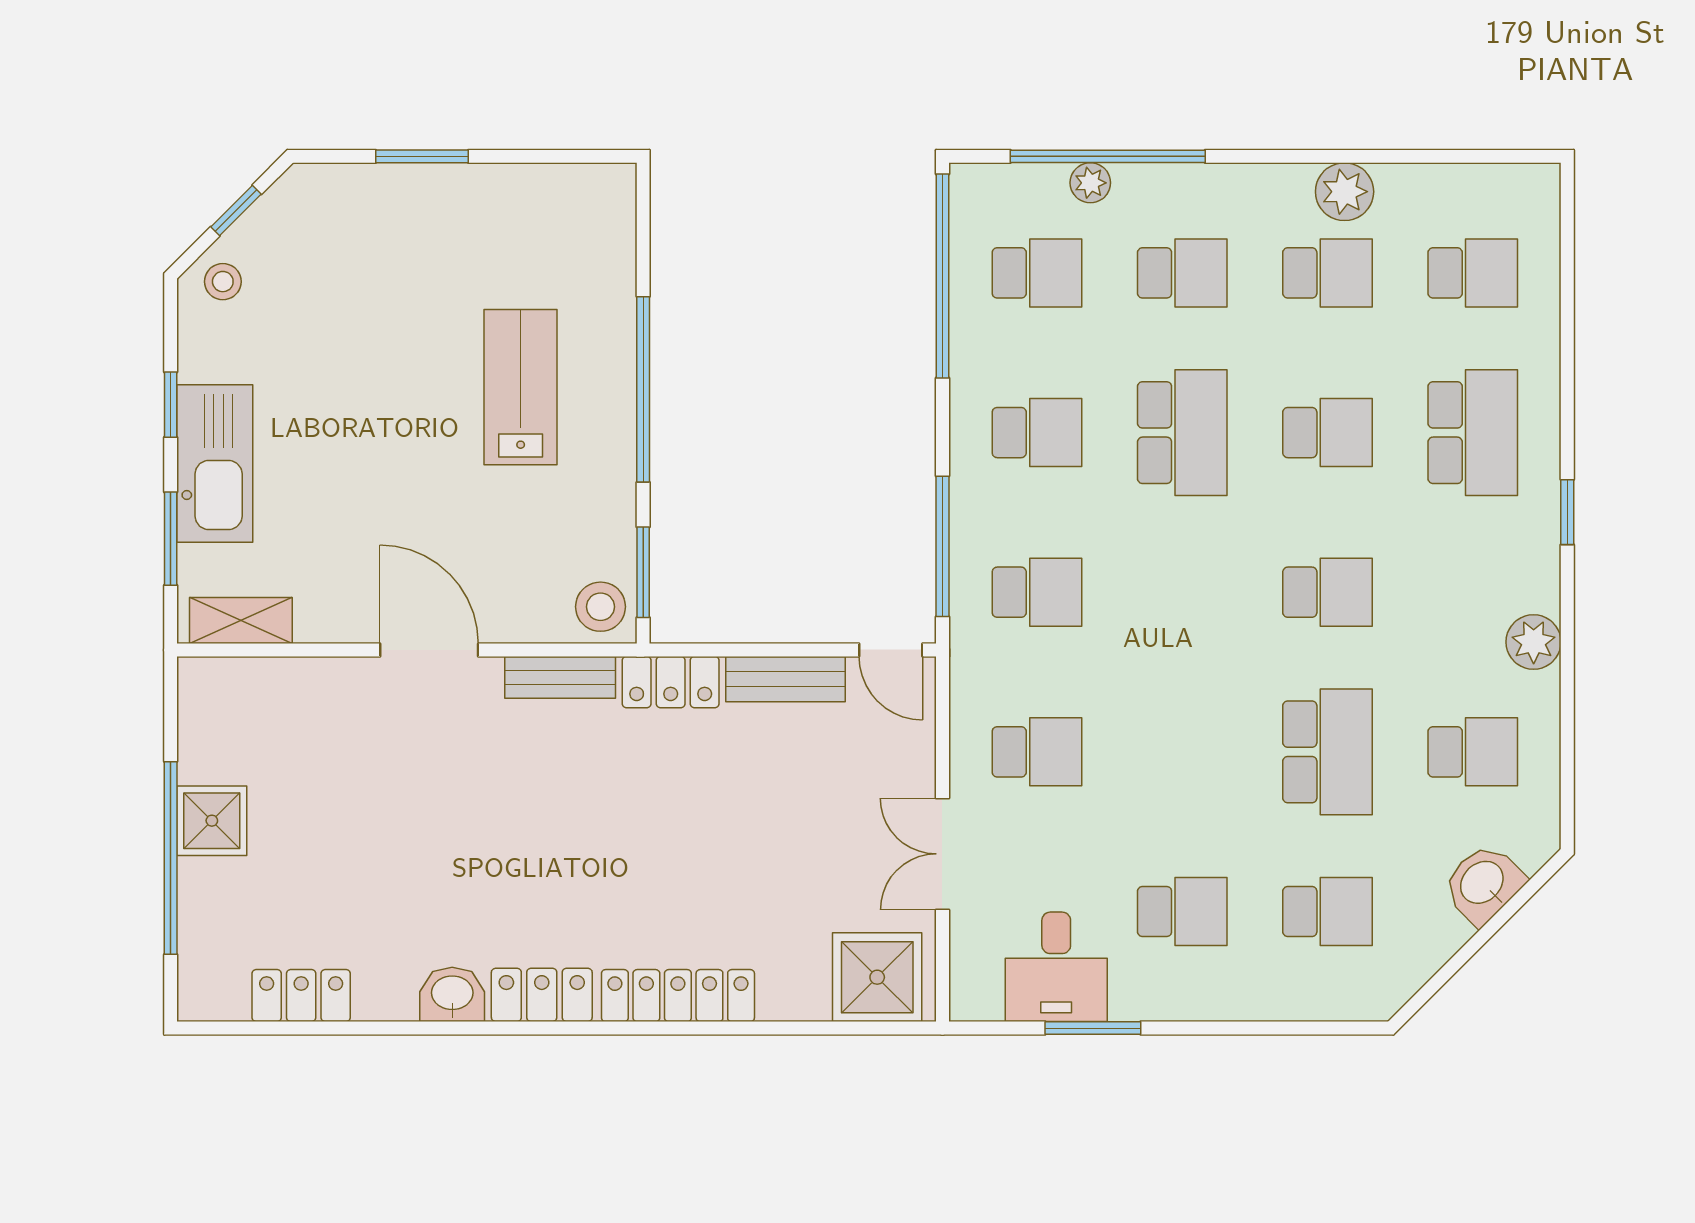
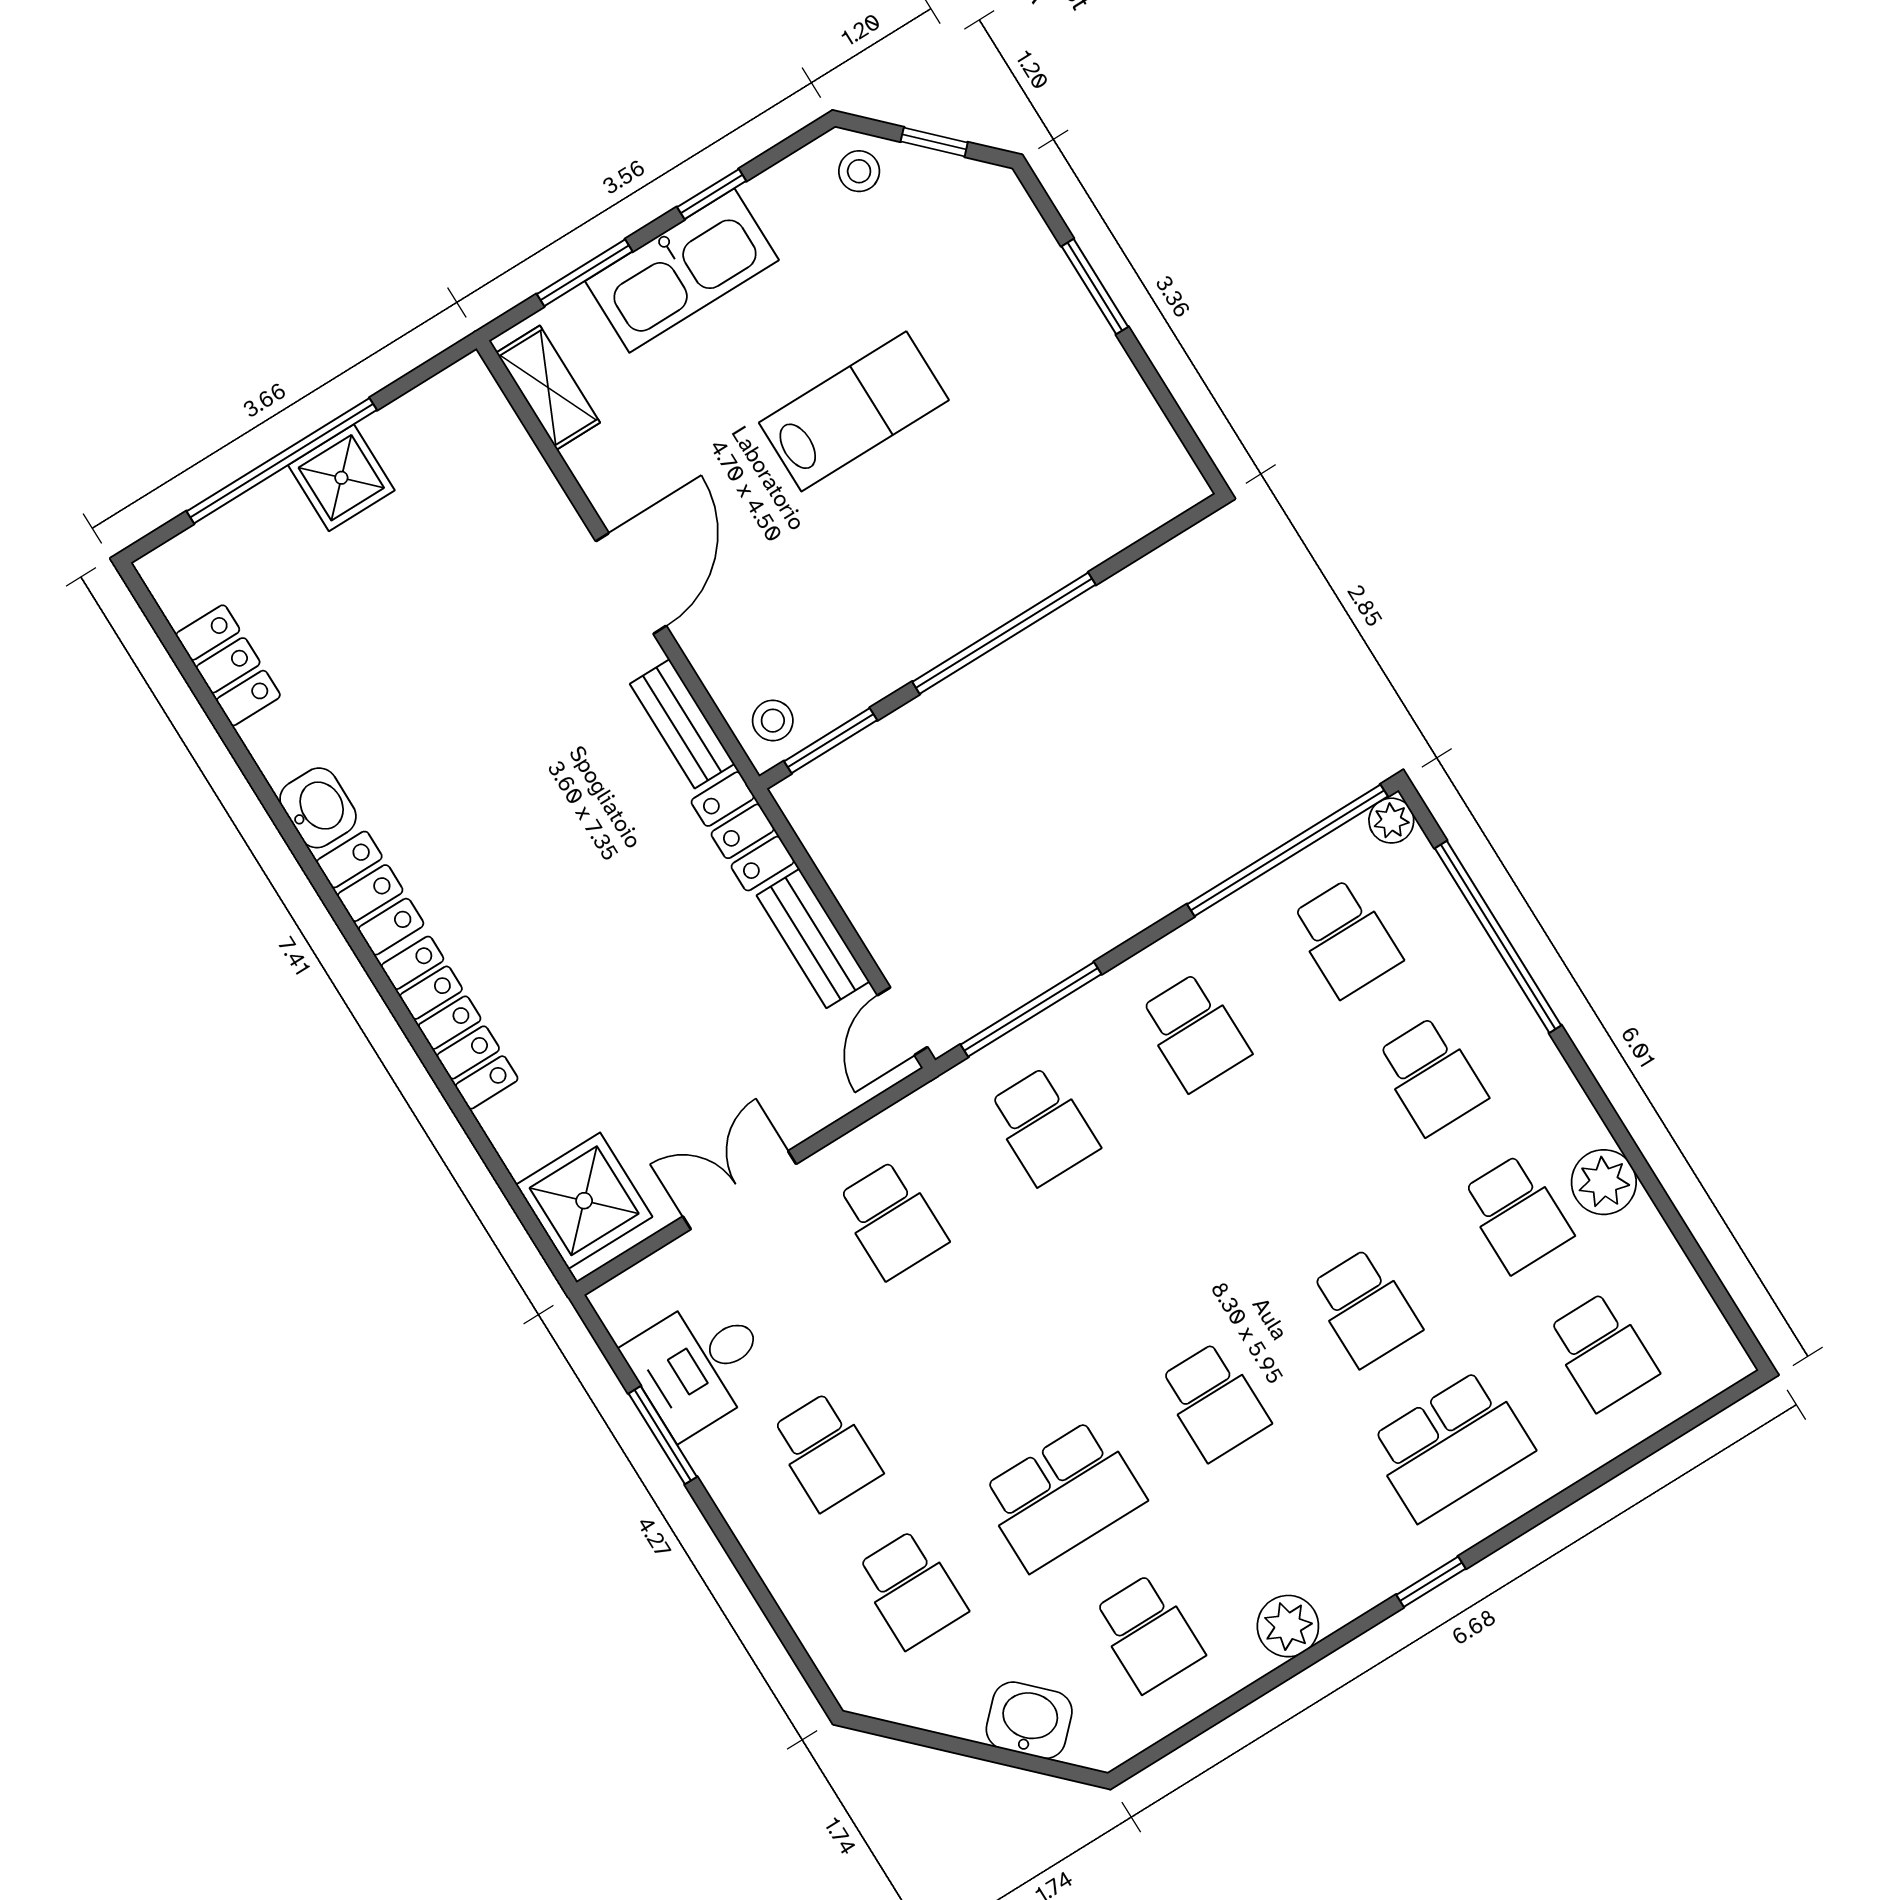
plant: (1090, 183) -> (1391, 821), moved
lab bench: (521, 387) -> (854, 411), moved
school desk: (1182, 433) -> (1280, 1170), removed
stool: (601, 607) -> (773, 721), width x0.73, depth x0.73

